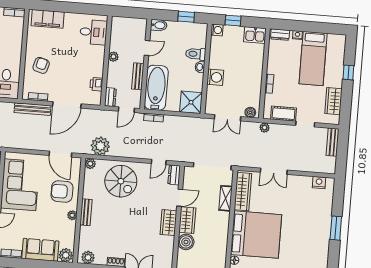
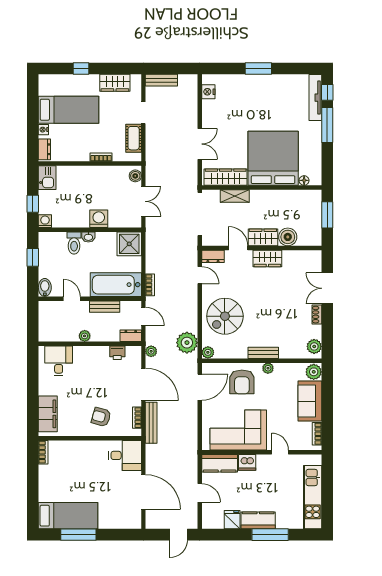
plant: (265, 128) -> (151, 351), moved
spiral stairs: (121, 181) -> (225, 316), turned 180

